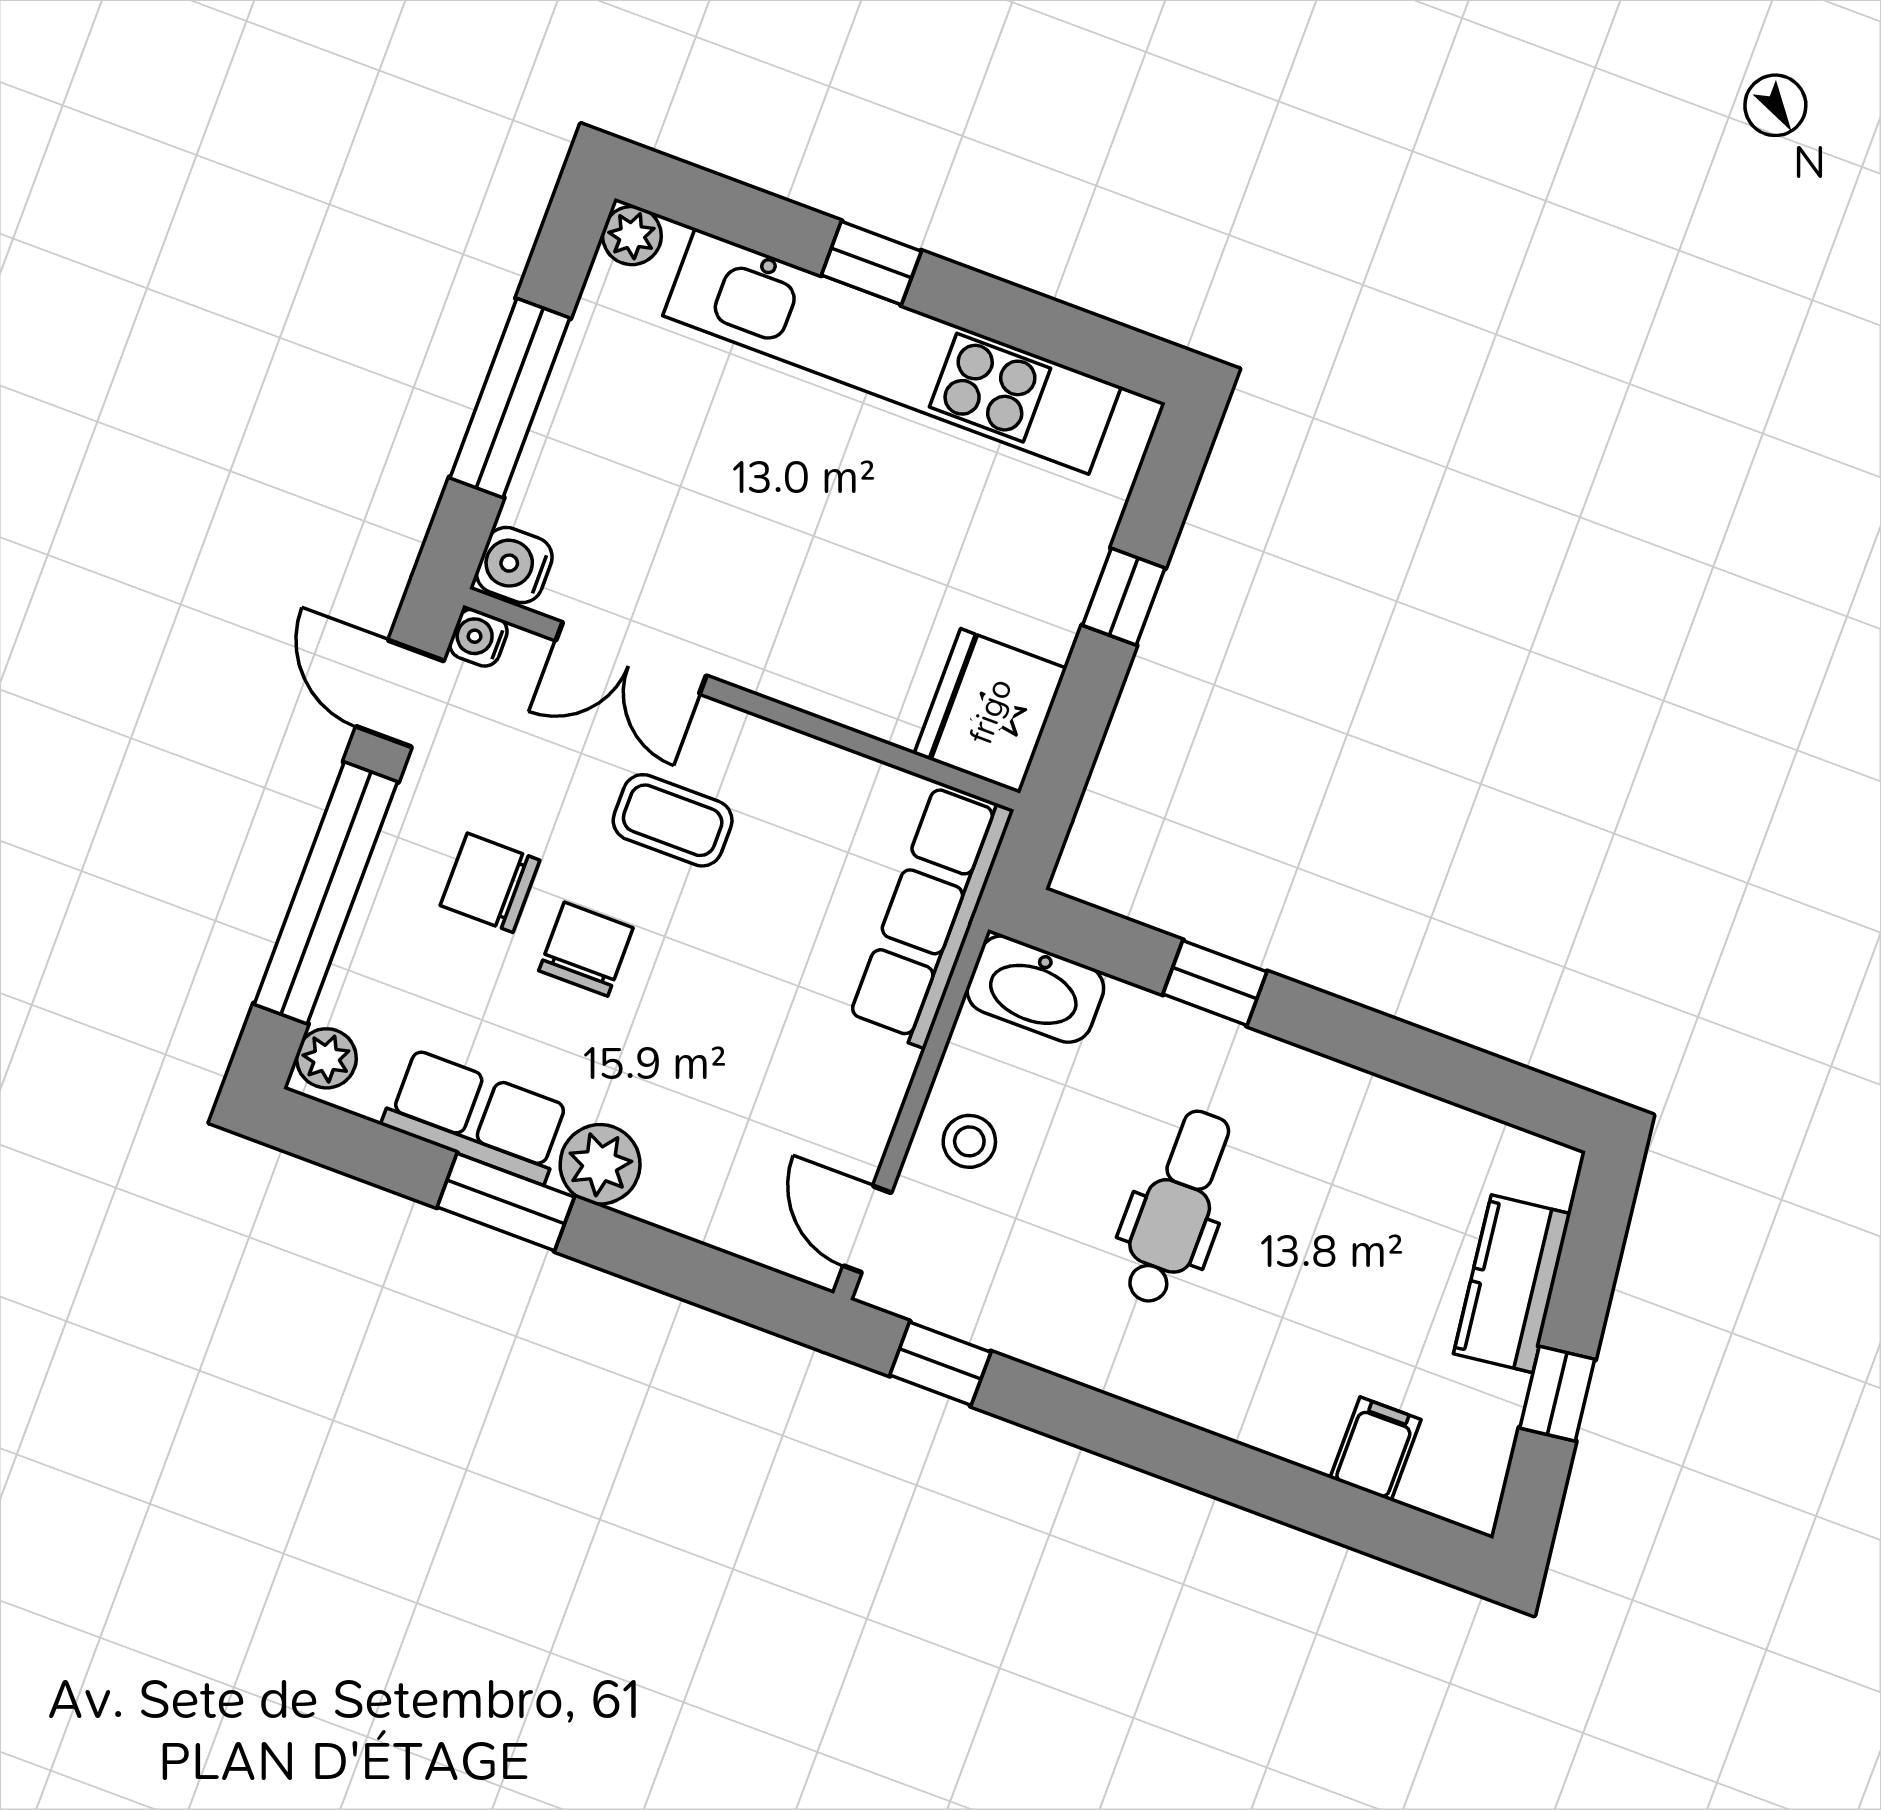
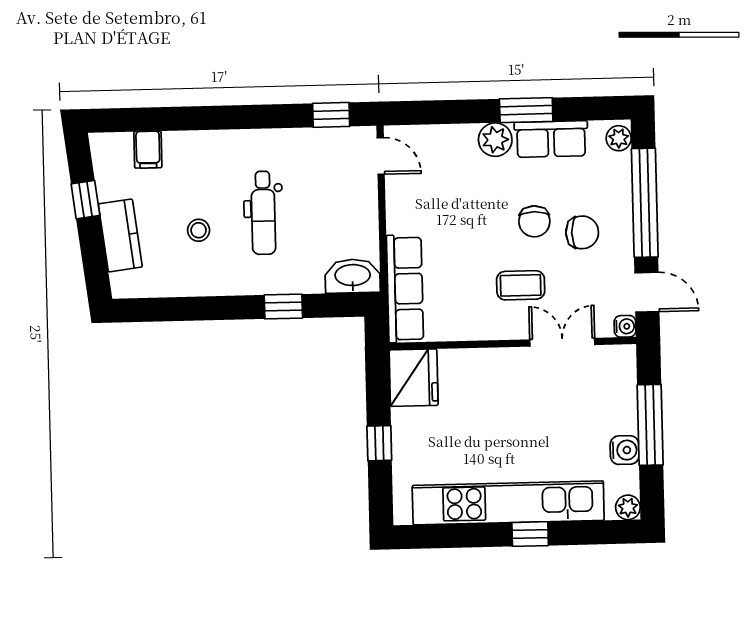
water cooler: (514, 565) -> (625, 450), moved
stool: (969, 1141) -> (199, 230), moved

